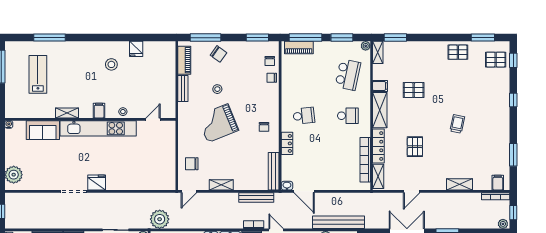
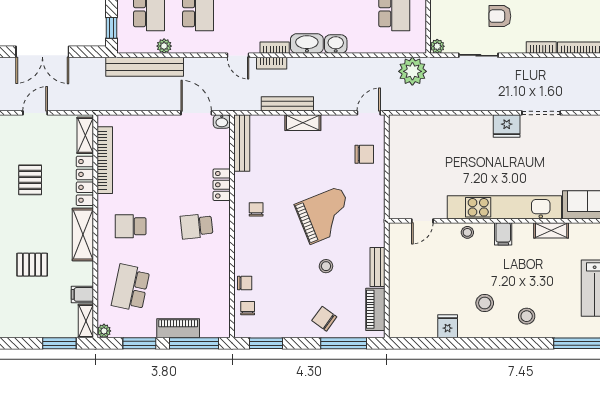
piano: (299, 48) -> (178, 328), moved
stool: (83, 56) -> (527, 316), added
filing cabinet: (380, 86) -> (82, 294), moved
shelving: (221, 185) -> (303, 123), moved
bench: (256, 197) -> (287, 104), moved

